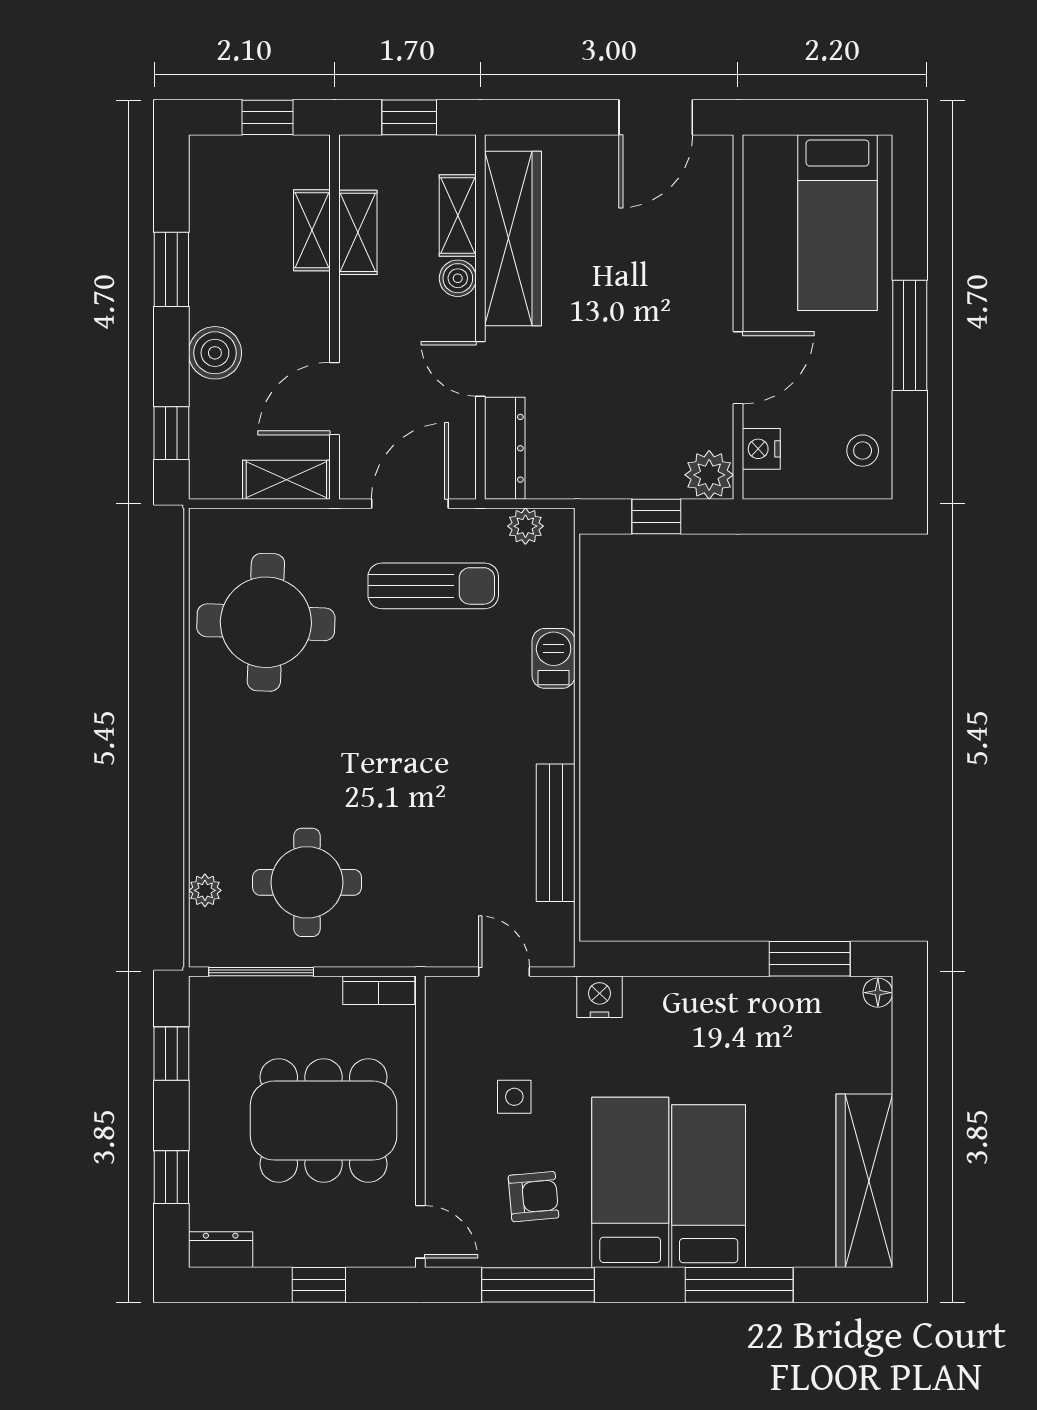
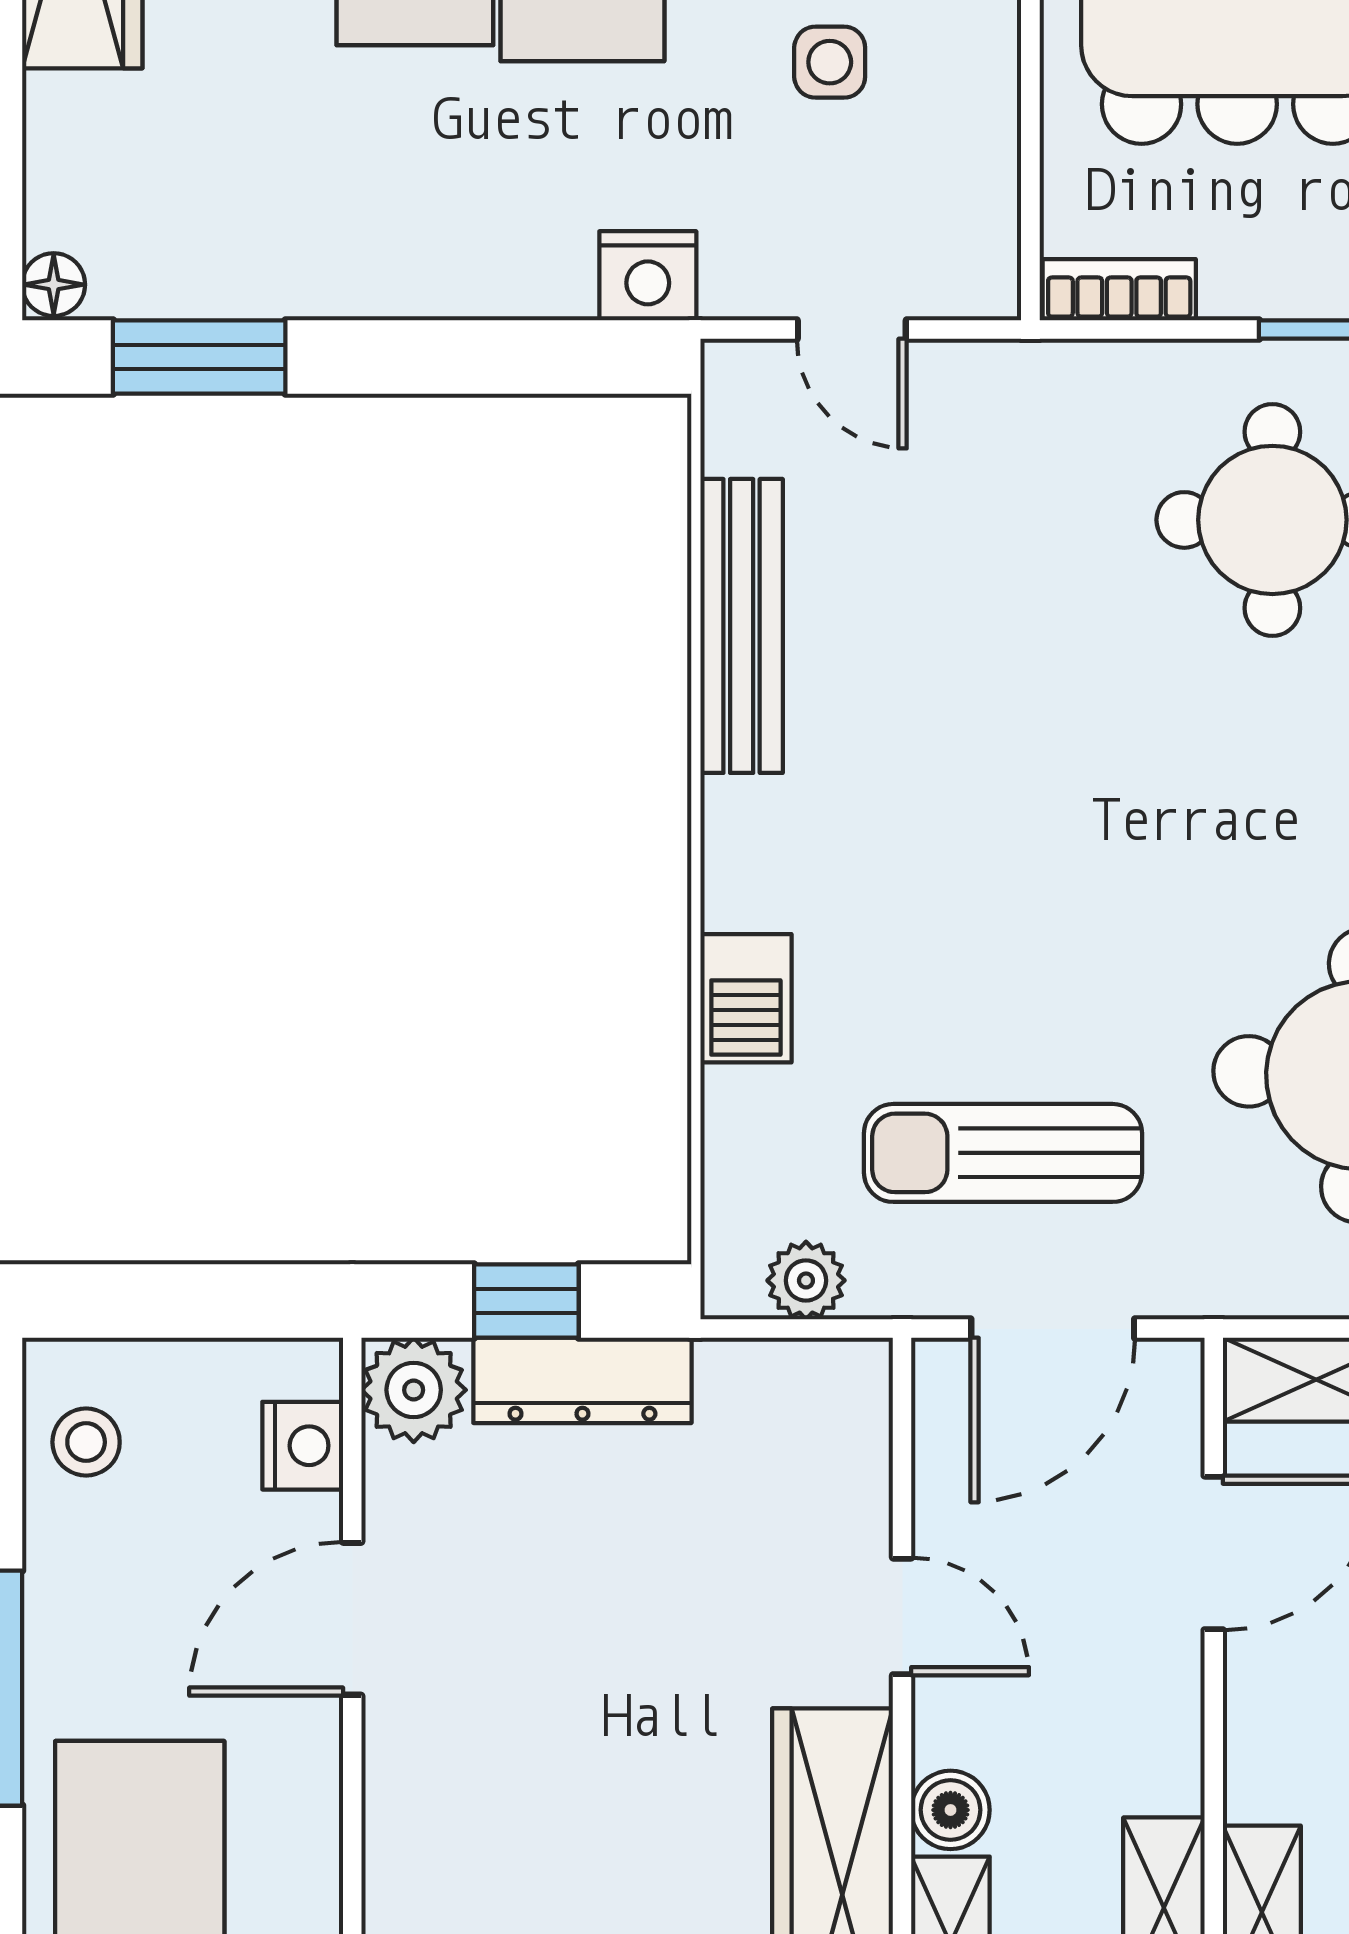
dresser: (505, 448) -> (582, 1380), moved, turned -90

